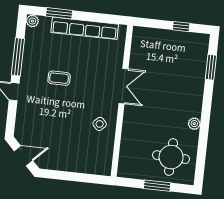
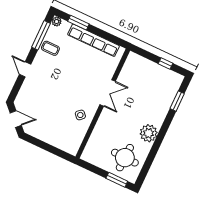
window: (18, 57) -> (41, 35), moved
coffee table: (59, 78) -> (50, 48), moved
plant: (194, 124) -> (149, 133), width x1.88, depth x1.88
window: (157, 186) -> (117, 180), moved

